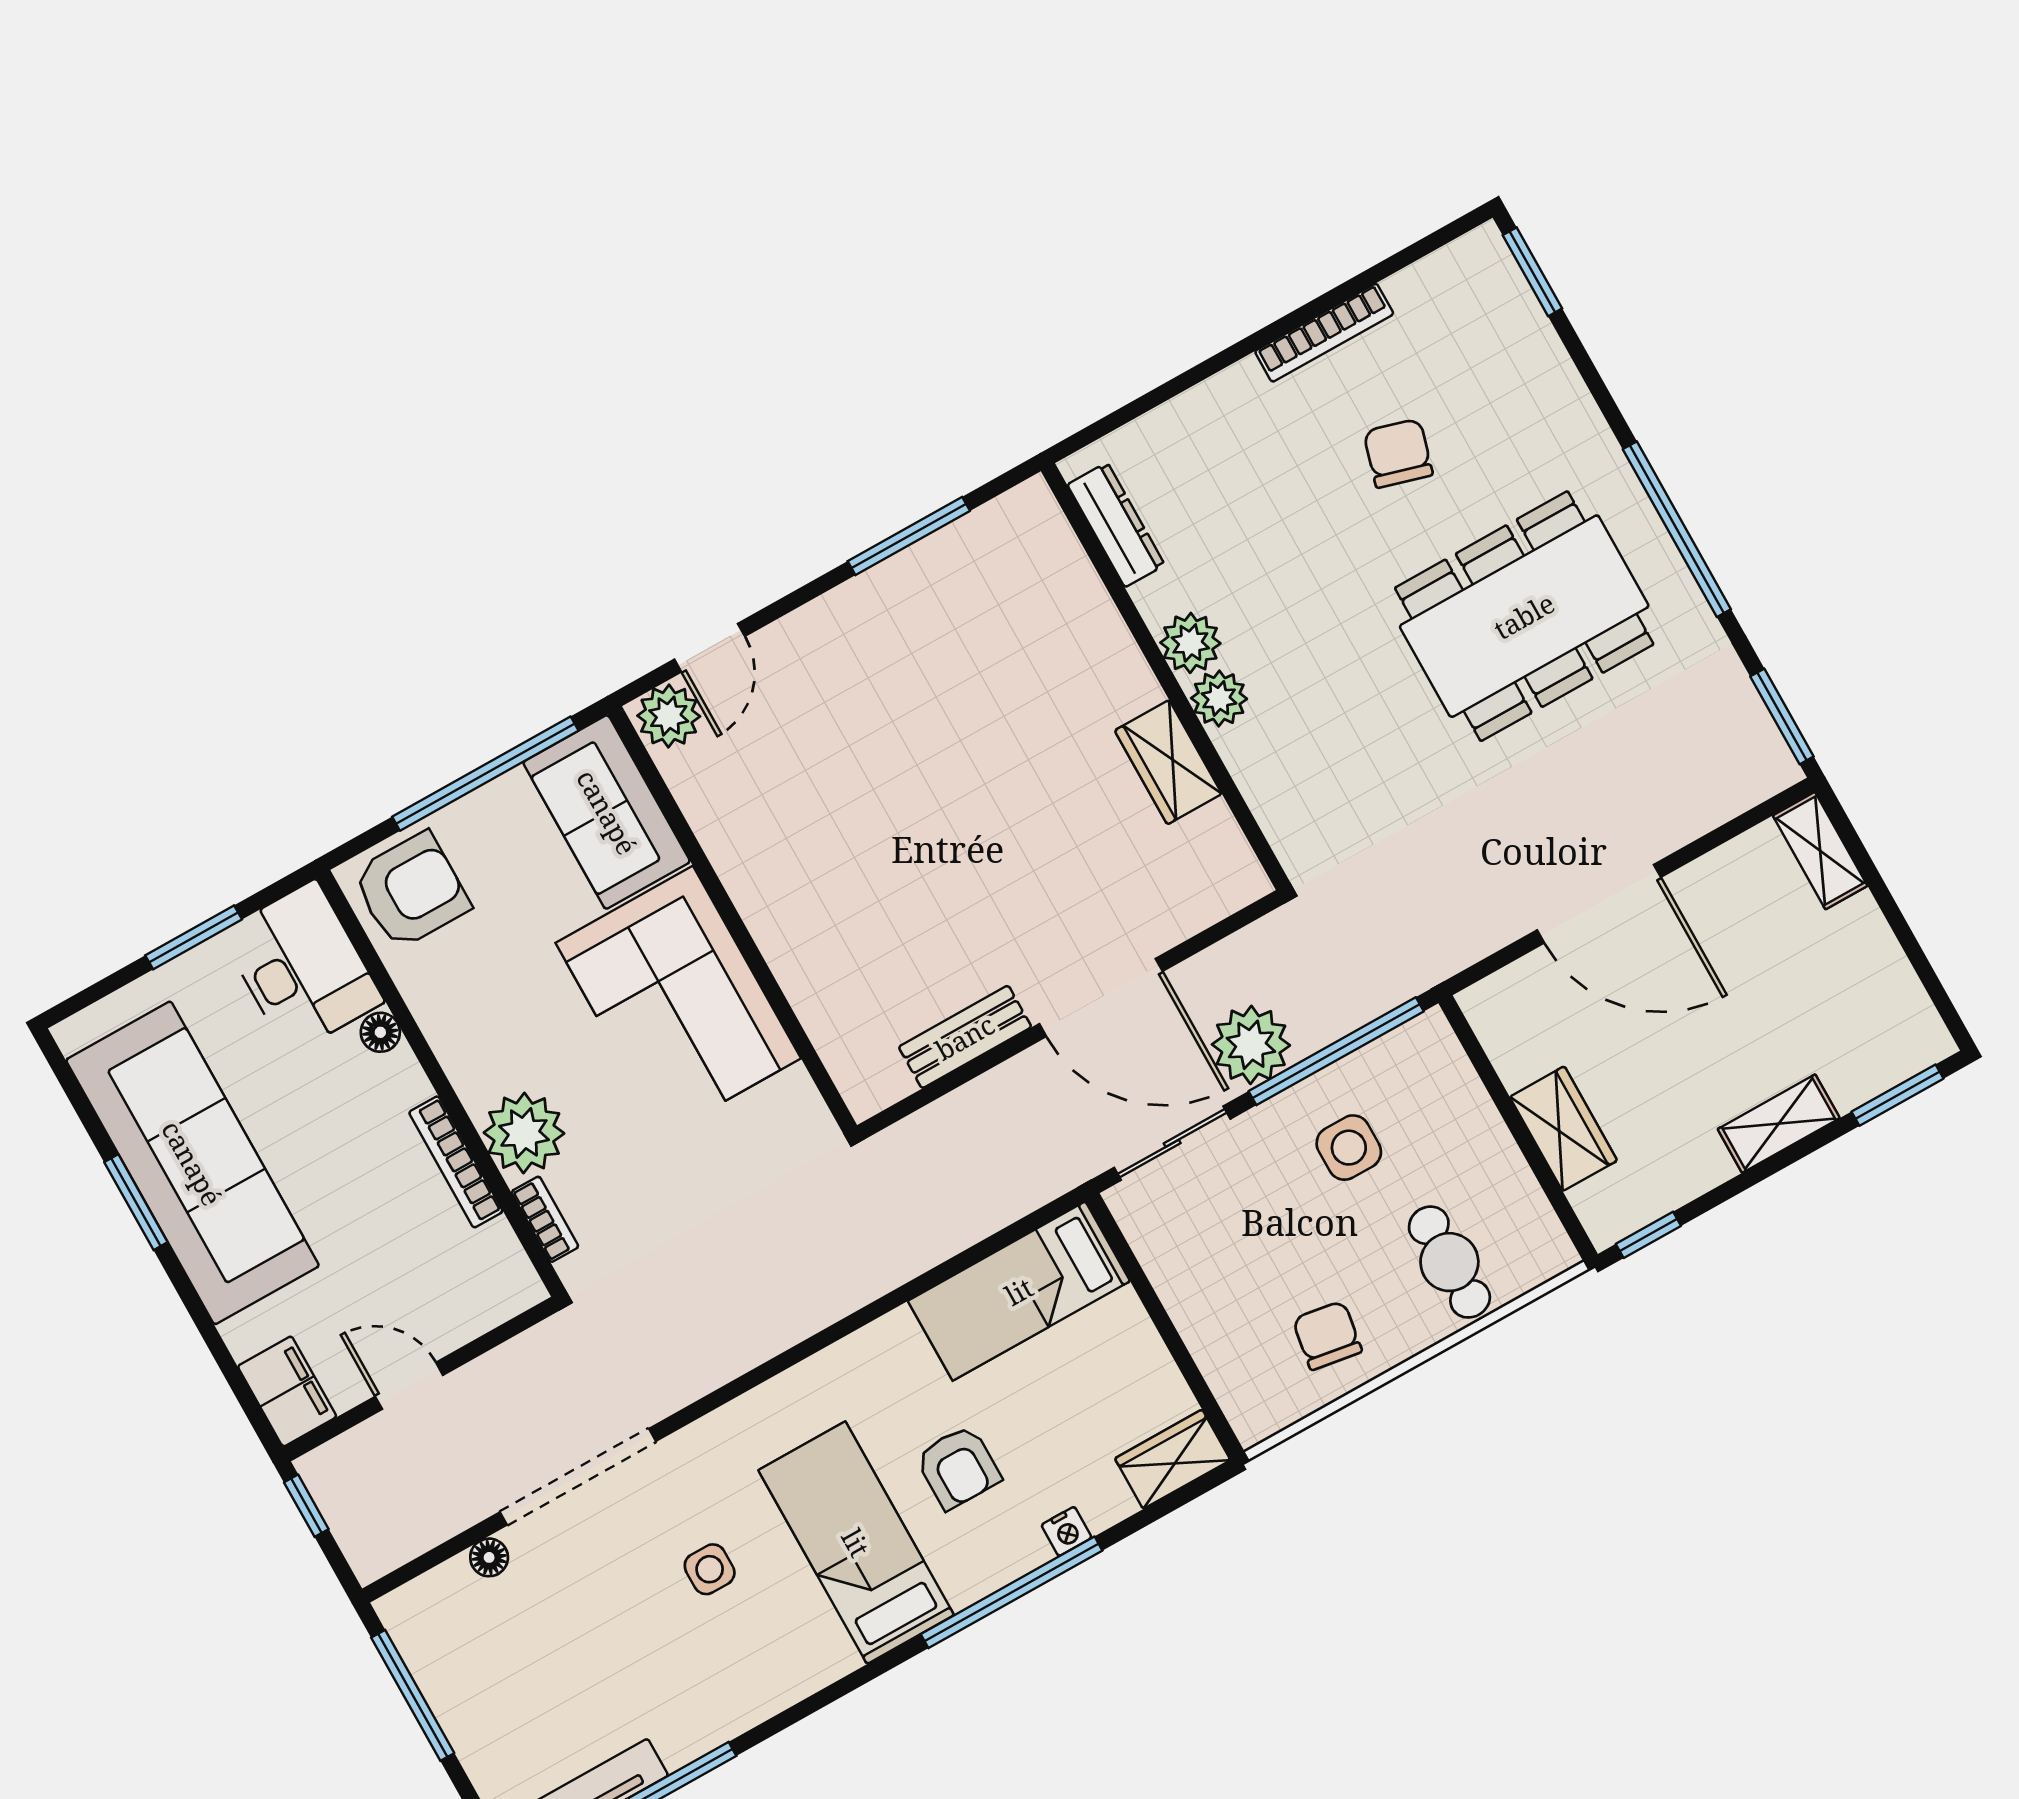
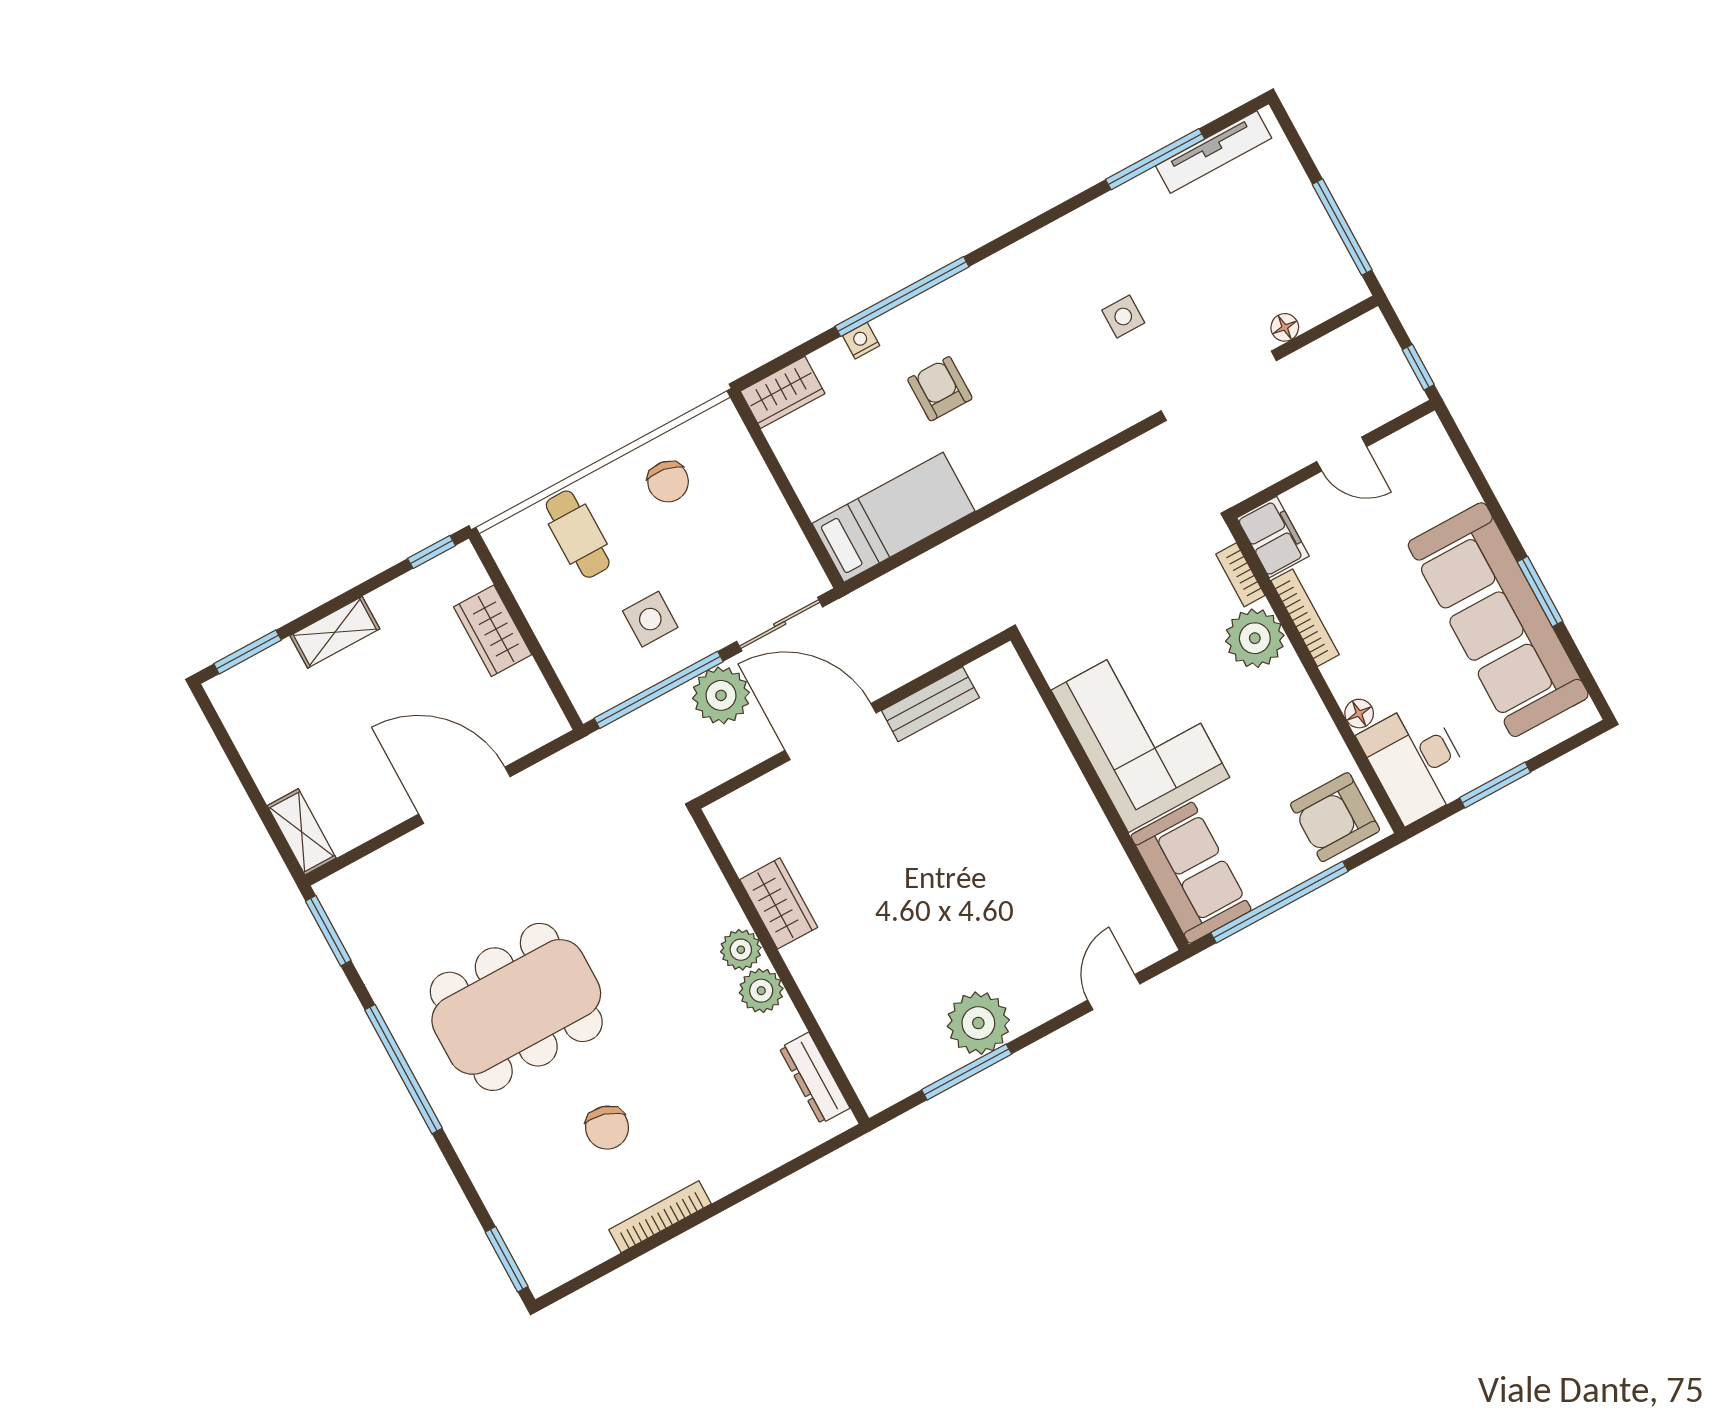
plant: (669, 716) -> (978, 1023), moved, width x1.36, depth x1.36
filing cabinet: (287, 1391) -> (1273, 537), moved, turned 180
bed: (856, 1543) -> (1015, 334), removed

